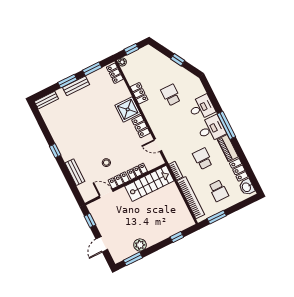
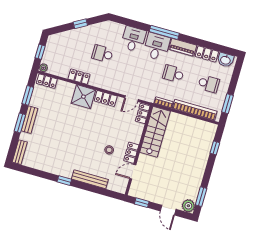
locker: (137, 171) -> (143, 114), moved
bench: (75, 172) -> (90, 179), width x1.36
plant: (140, 245) -> (188, 206), moved

